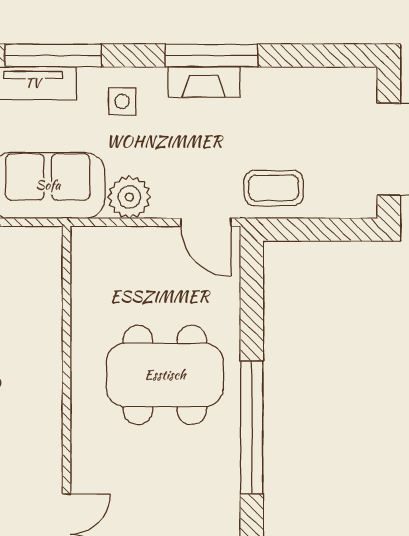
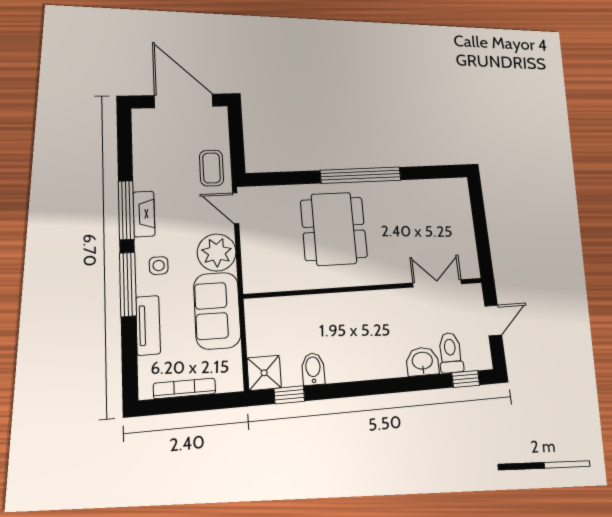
window: (53, 56) -> (128, 284), moved
plant: (129, 197) -> (217, 252), width x1.36, depth x1.36
door: (206, 222) -> (236, 208), swing flipped

